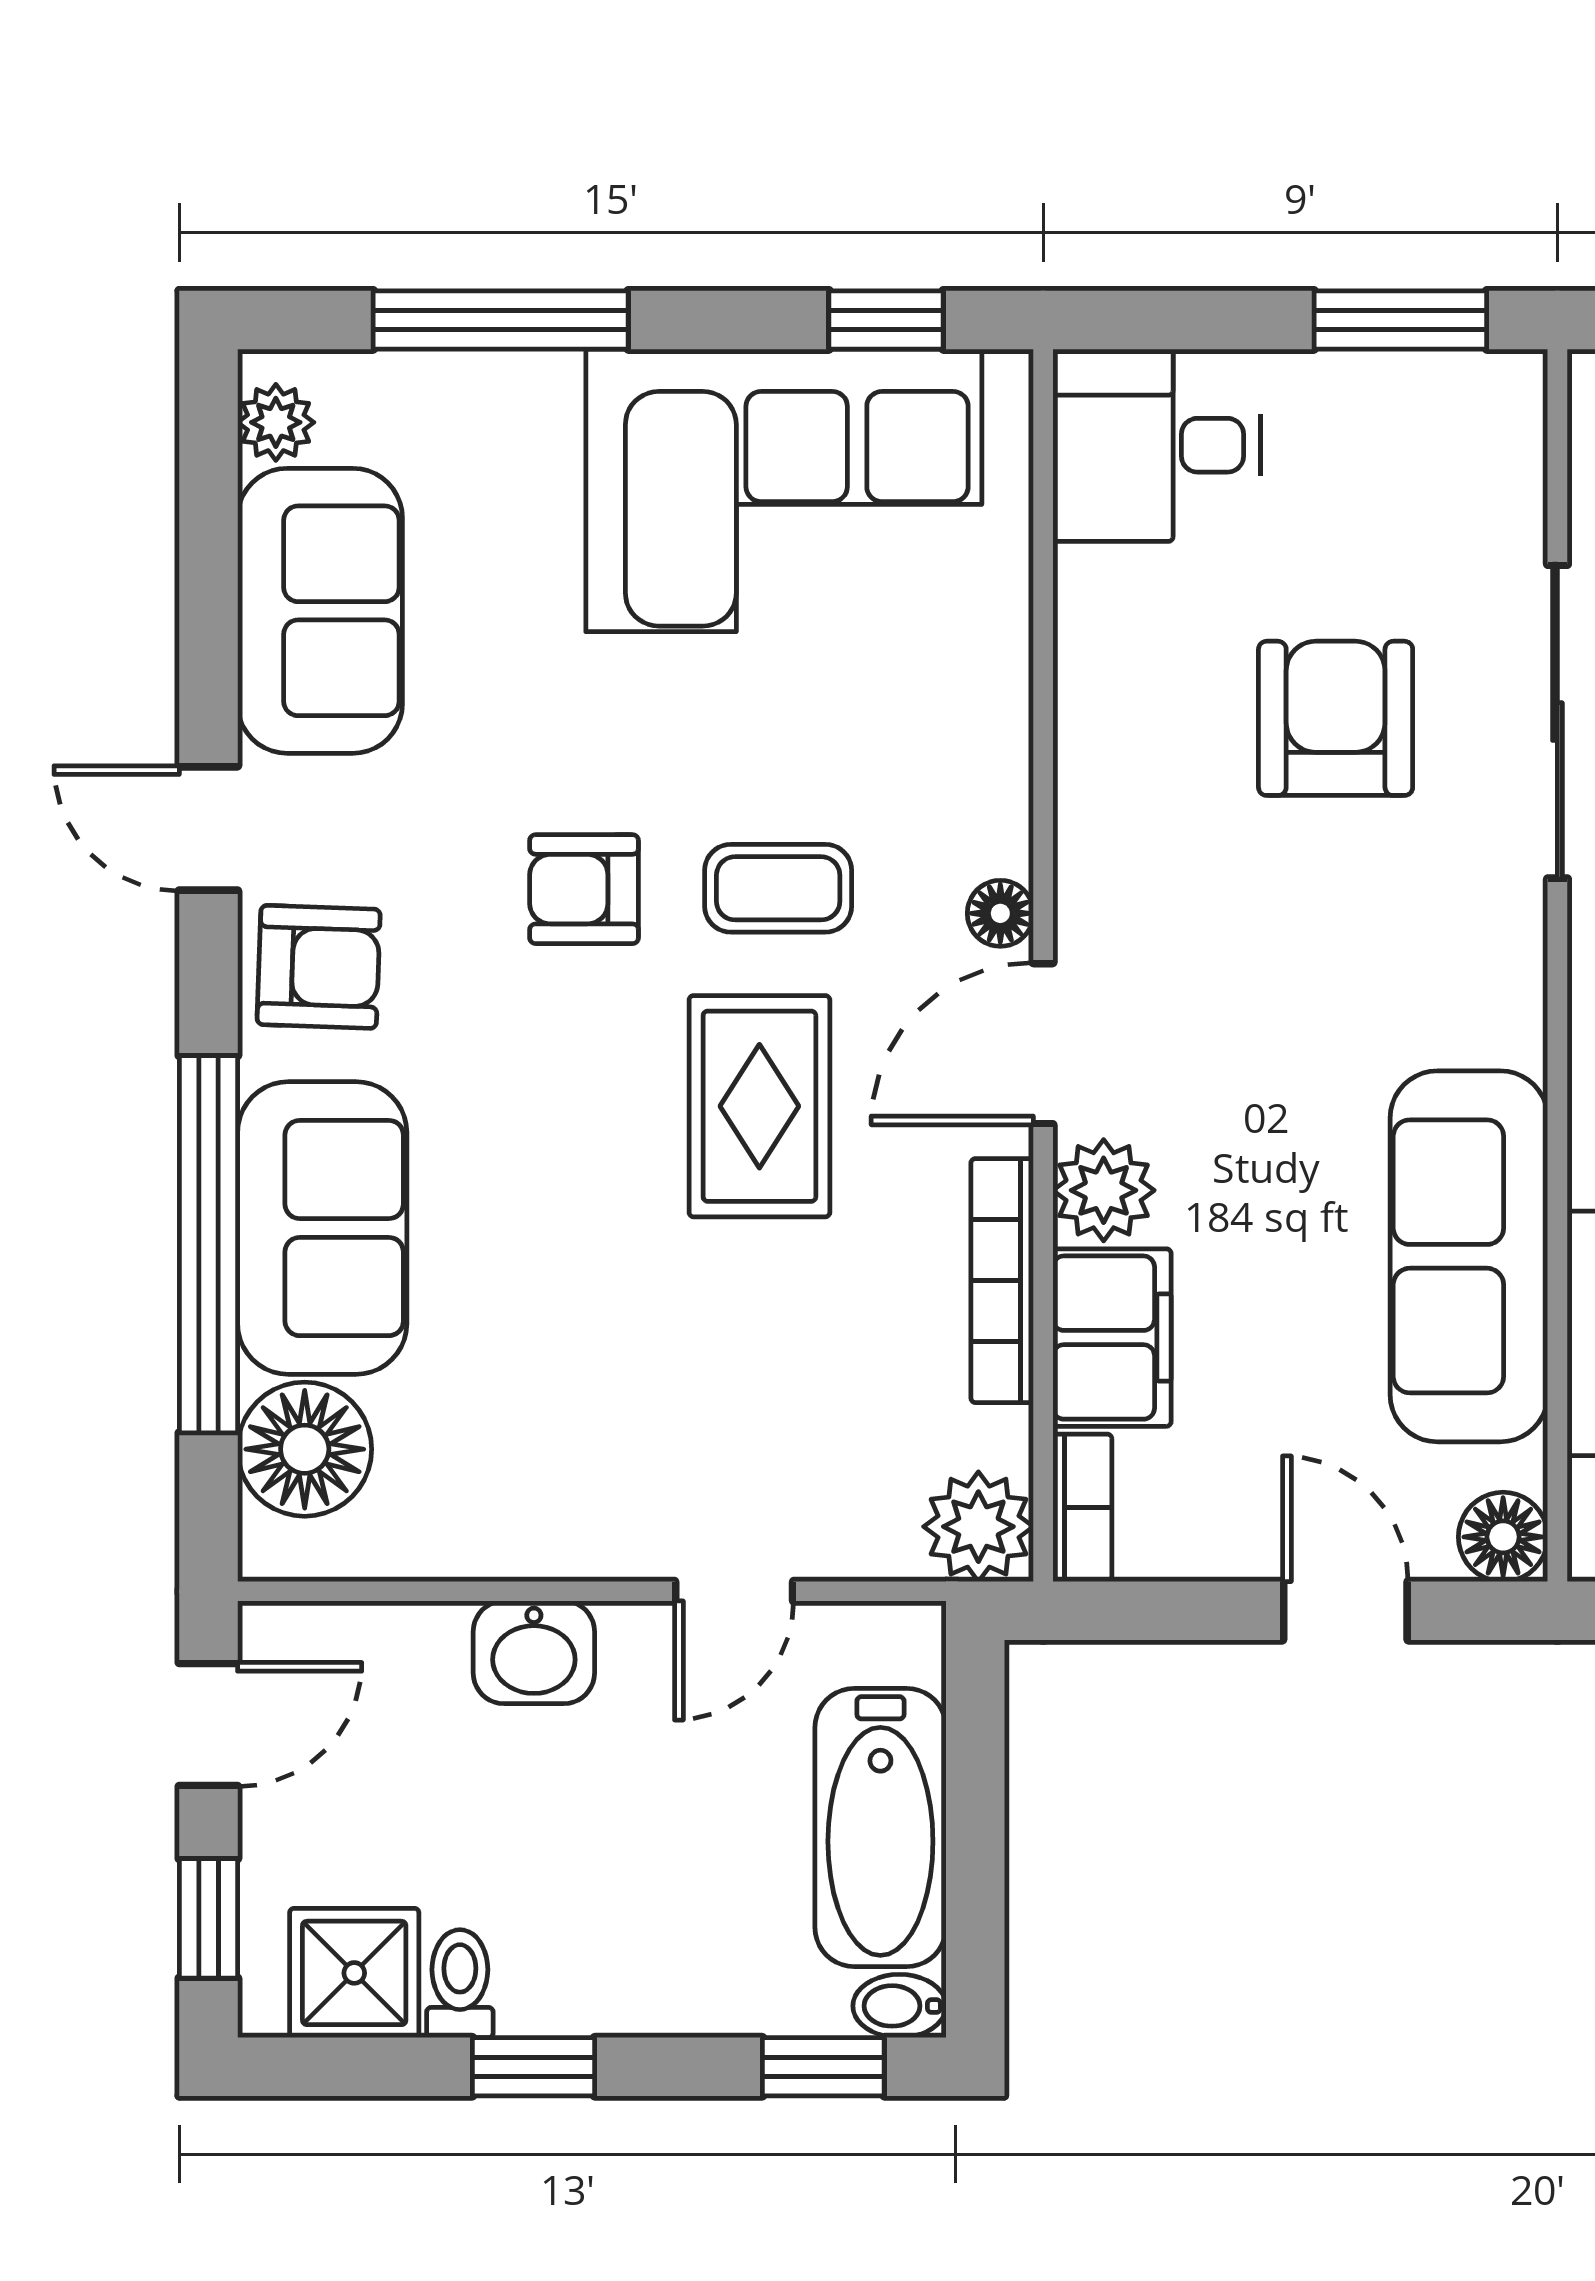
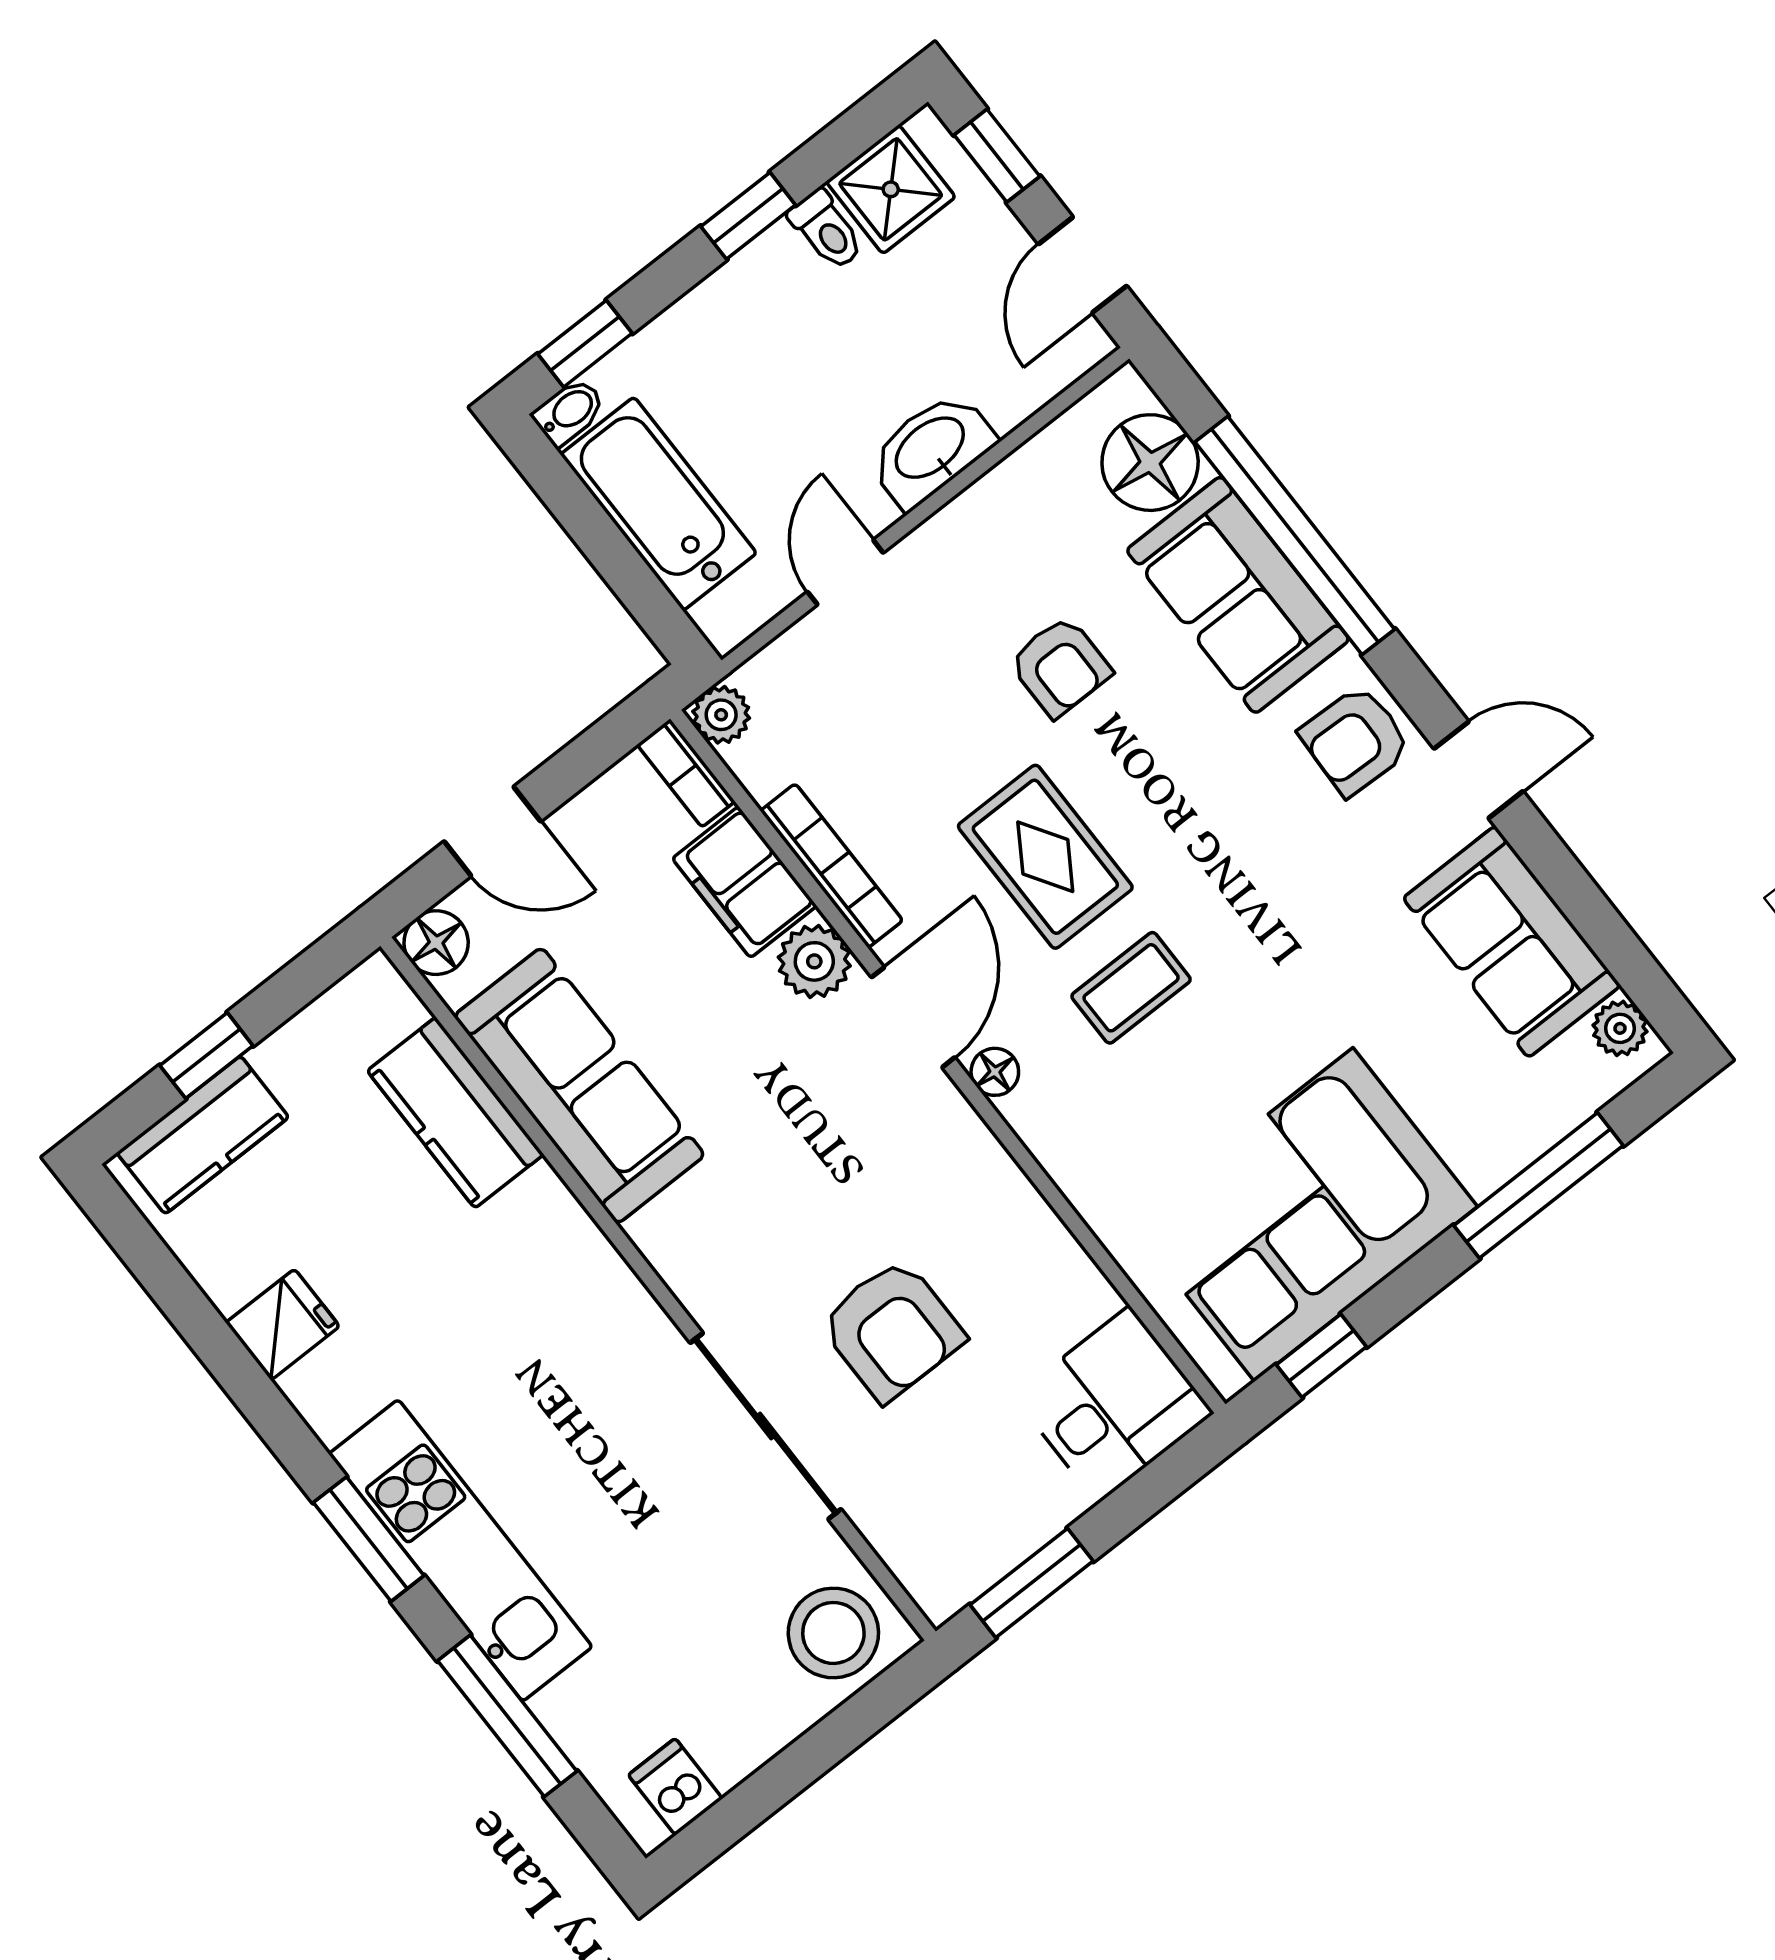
armchair: (584, 889) -> (1060, 667), moved, turned 90
plant: (978, 1527) -> (721, 715), width x0.73, depth x0.73
washbasin: (534, 1652) -> (931, 449), width x1.38

